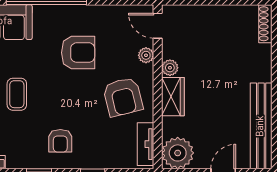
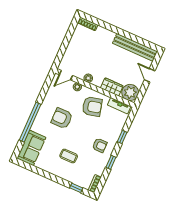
armchair: (78, 53) -> (62, 118), turned -90
wardrobe: (173, 97) -> (112, 87), moved

